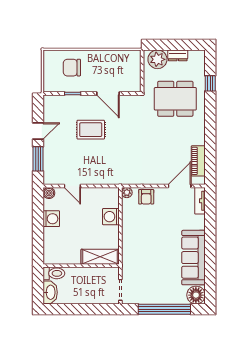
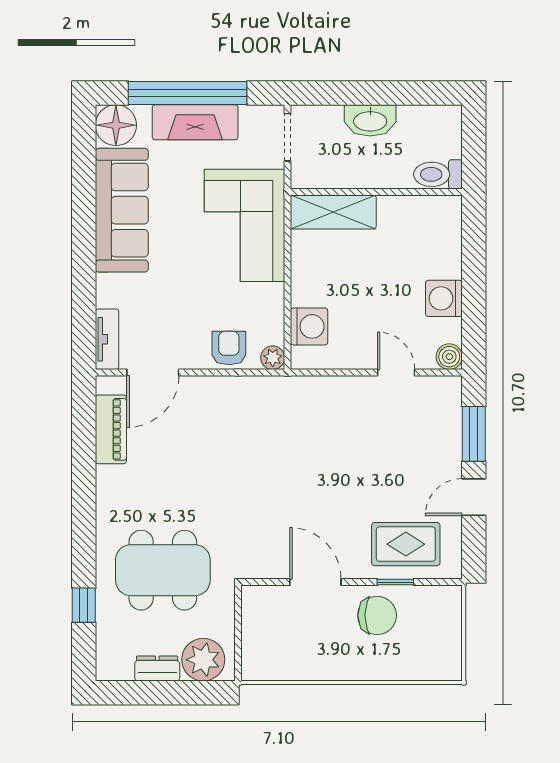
chair: (72, 68) -> (377, 615), moved
rug: (91, 130) -> (406, 544), moved
washing machine: (111, 217) -> (309, 326), moved
corner sofa: (139, 251) -> (244, 225), added
washbasin: (50, 292) -> (370, 120), moved, turned -90
fireplace: (161, 296) -> (195, 122), added

